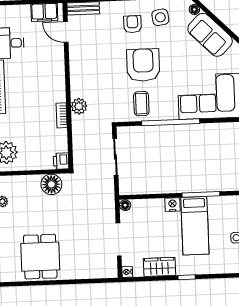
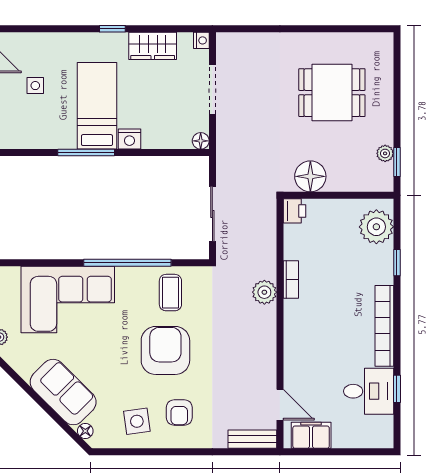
armchair: (143, 65) -> (165, 350), turned 180
dining table: (40, 257) -> (332, 93), moved, turned 90

